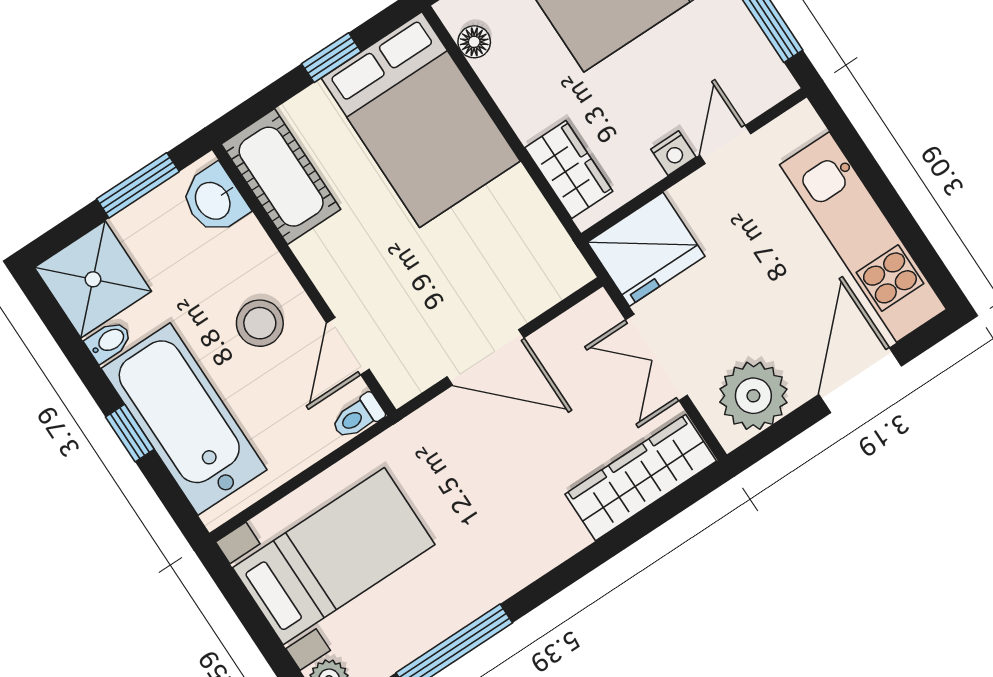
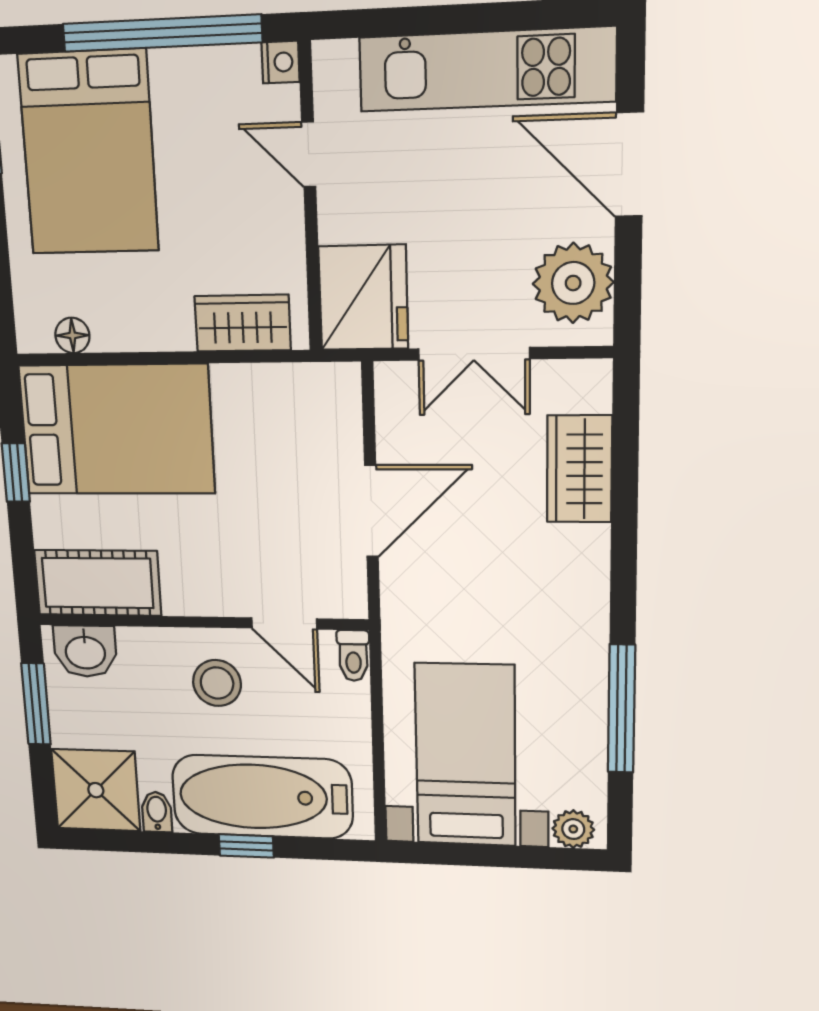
nightstand: (673, 153) -> (281, 62), moved
wardrobe: (641, 478) -> (579, 469), width x0.67

